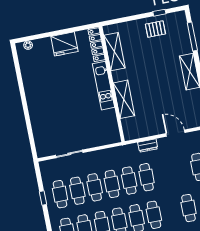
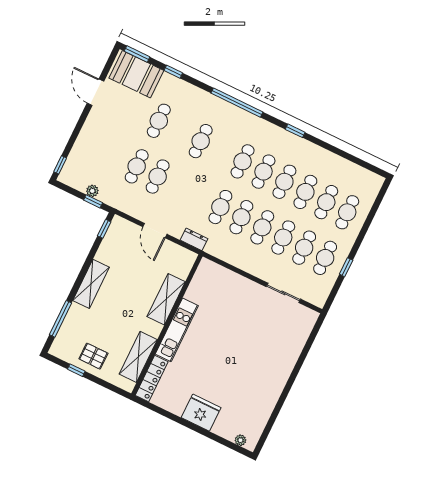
locker: (97, 45) -> (152, 379), moved
shelving: (115, 52) -> (138, 357), moved
wall: (112, 84) -> (167, 325), moved
kitchen unit: (103, 86) -> (177, 330), moved
shelving: (124, 99) -> (166, 299), moved

